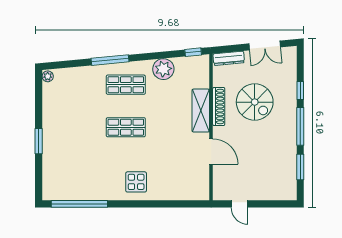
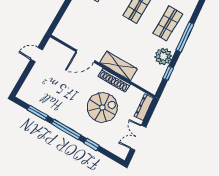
window: (193, 52) -> (168, 73), moved
window: (110, 60) -> (185, 37), moved
spiral stairs: (255, 102) -> (102, 107), turned 180

